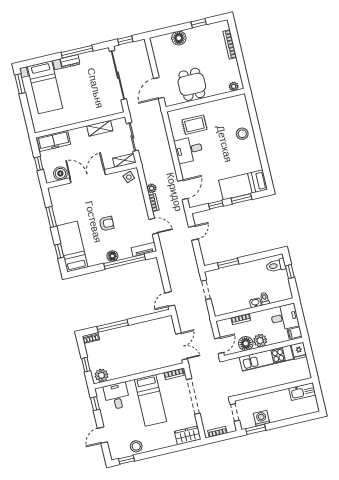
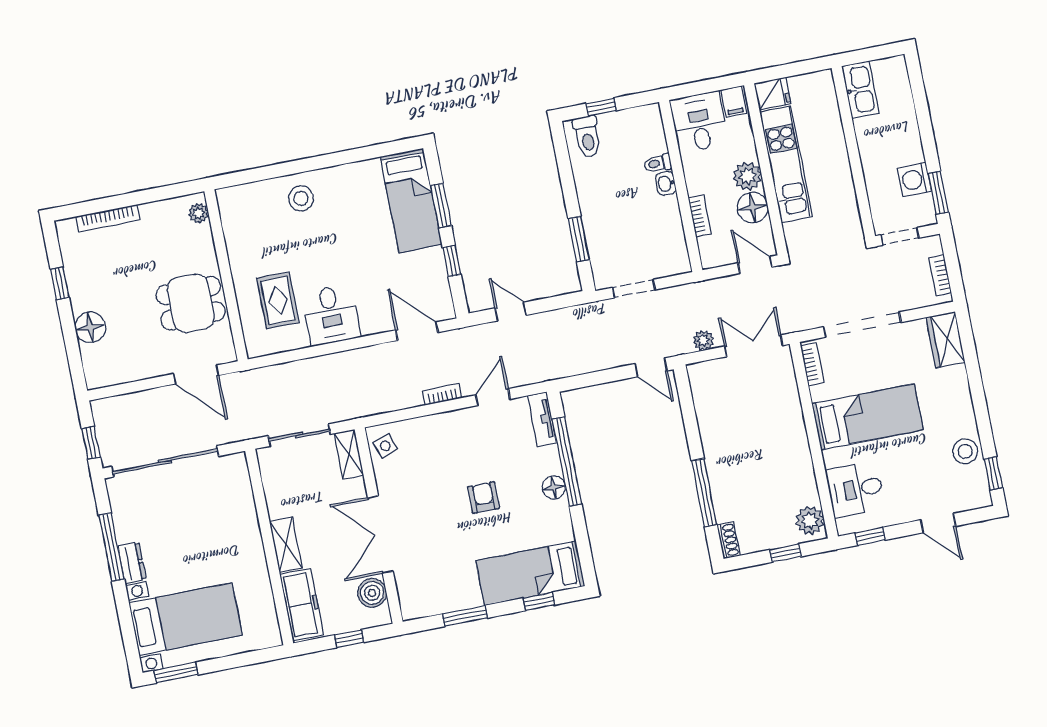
shelving: (100, 128) -> (286, 545), moved
plant: (152, 188) -> (703, 340), moved

